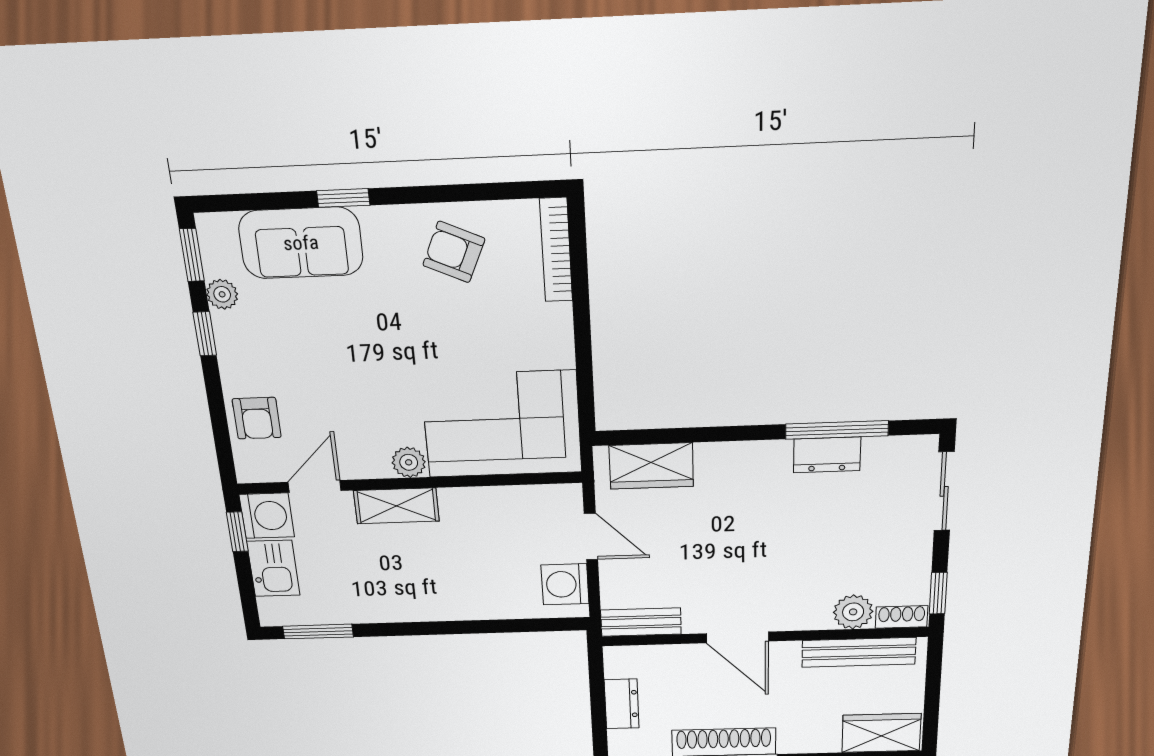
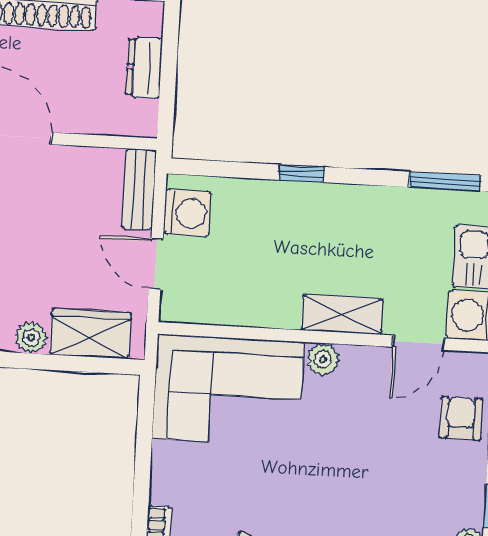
plant: (713, 457) -> (31, 338), added
bench: (641, 622) -> (139, 189), moved, turned 90
window: (458, 627) -> (301, 173), added

